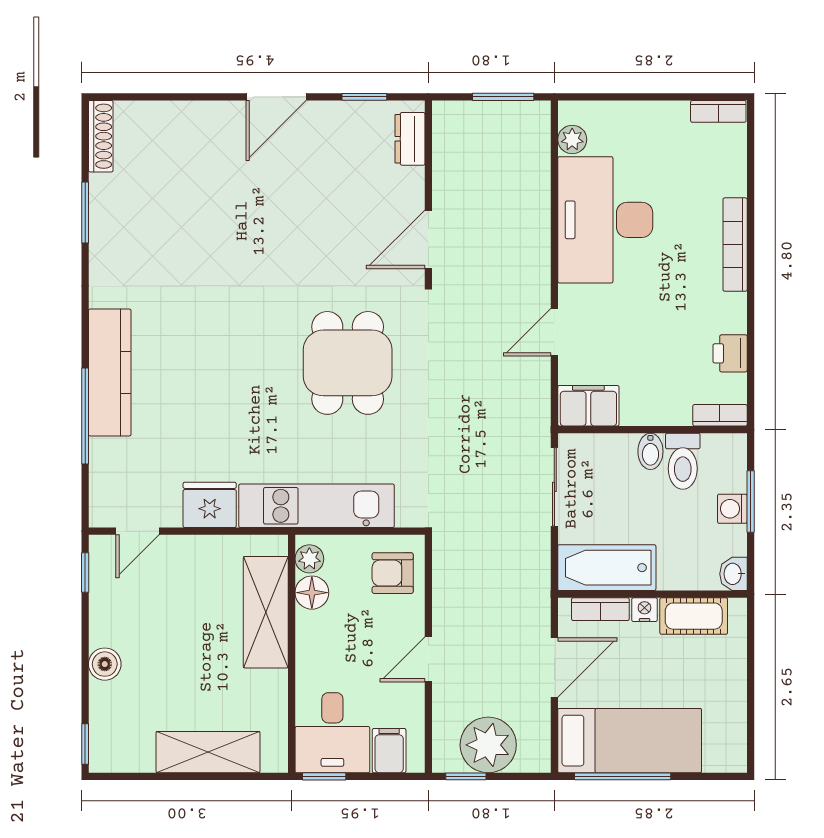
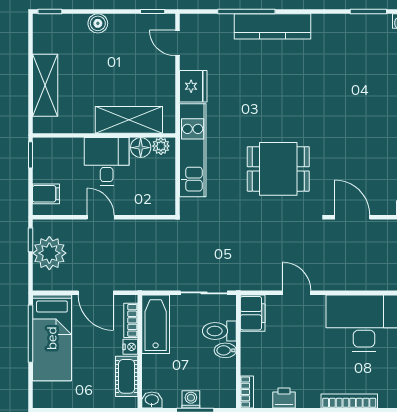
toilet: (683, 461) -> (219, 331), moved
armchair: (393, 573) -> (152, 196), removed
desk: (332, 733) -> (107, 162), moved, turned 90

